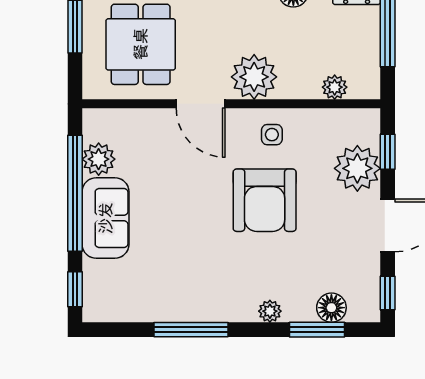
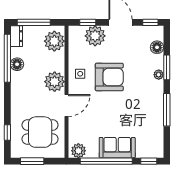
plant: (335, 87) -> (54, 41), width x1.88, depth x1.88
plant: (99, 159) -> (78, 151), moved
window: (317, 330) -> (167, 67), moved

